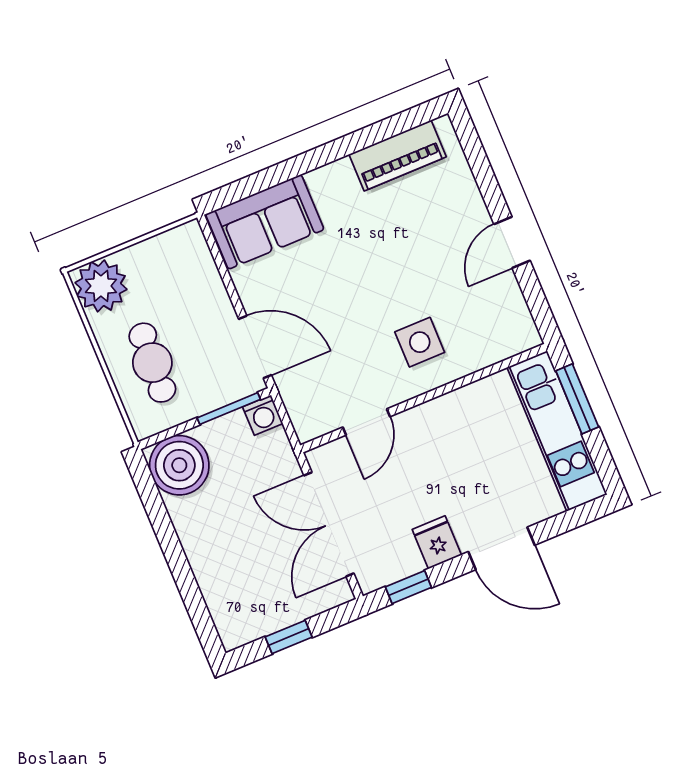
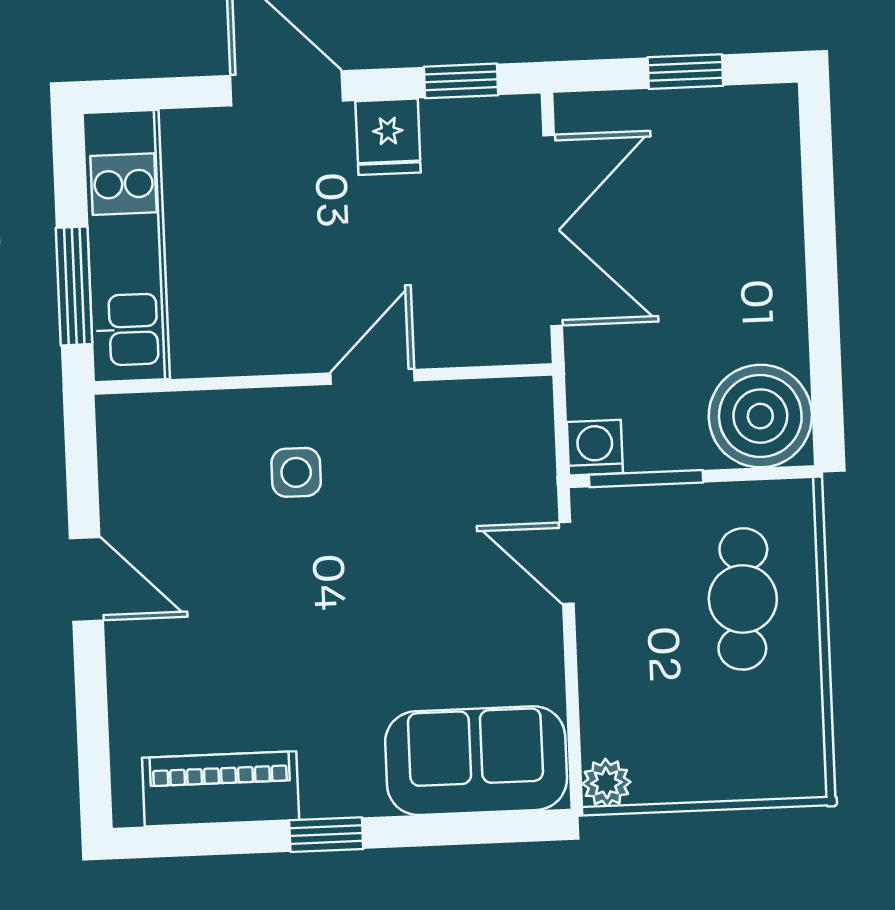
window: (331, 152) -> (326, 835), added
door: (512, 242) -> (86, 579), hinge flipped
plant: (101, 286) -> (606, 783), moved, width x0.53, depth x0.53
side table: (420, 342) -> (296, 472), width x0.73, depth x0.73
door: (255, 347) -> (567, 563), width x0.73
door: (366, 422) -> (373, 377), moved

